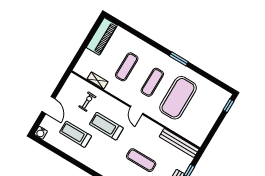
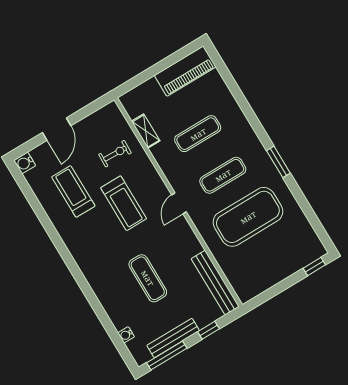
treadmill: (106, 126) -> (124, 203), turned 180

